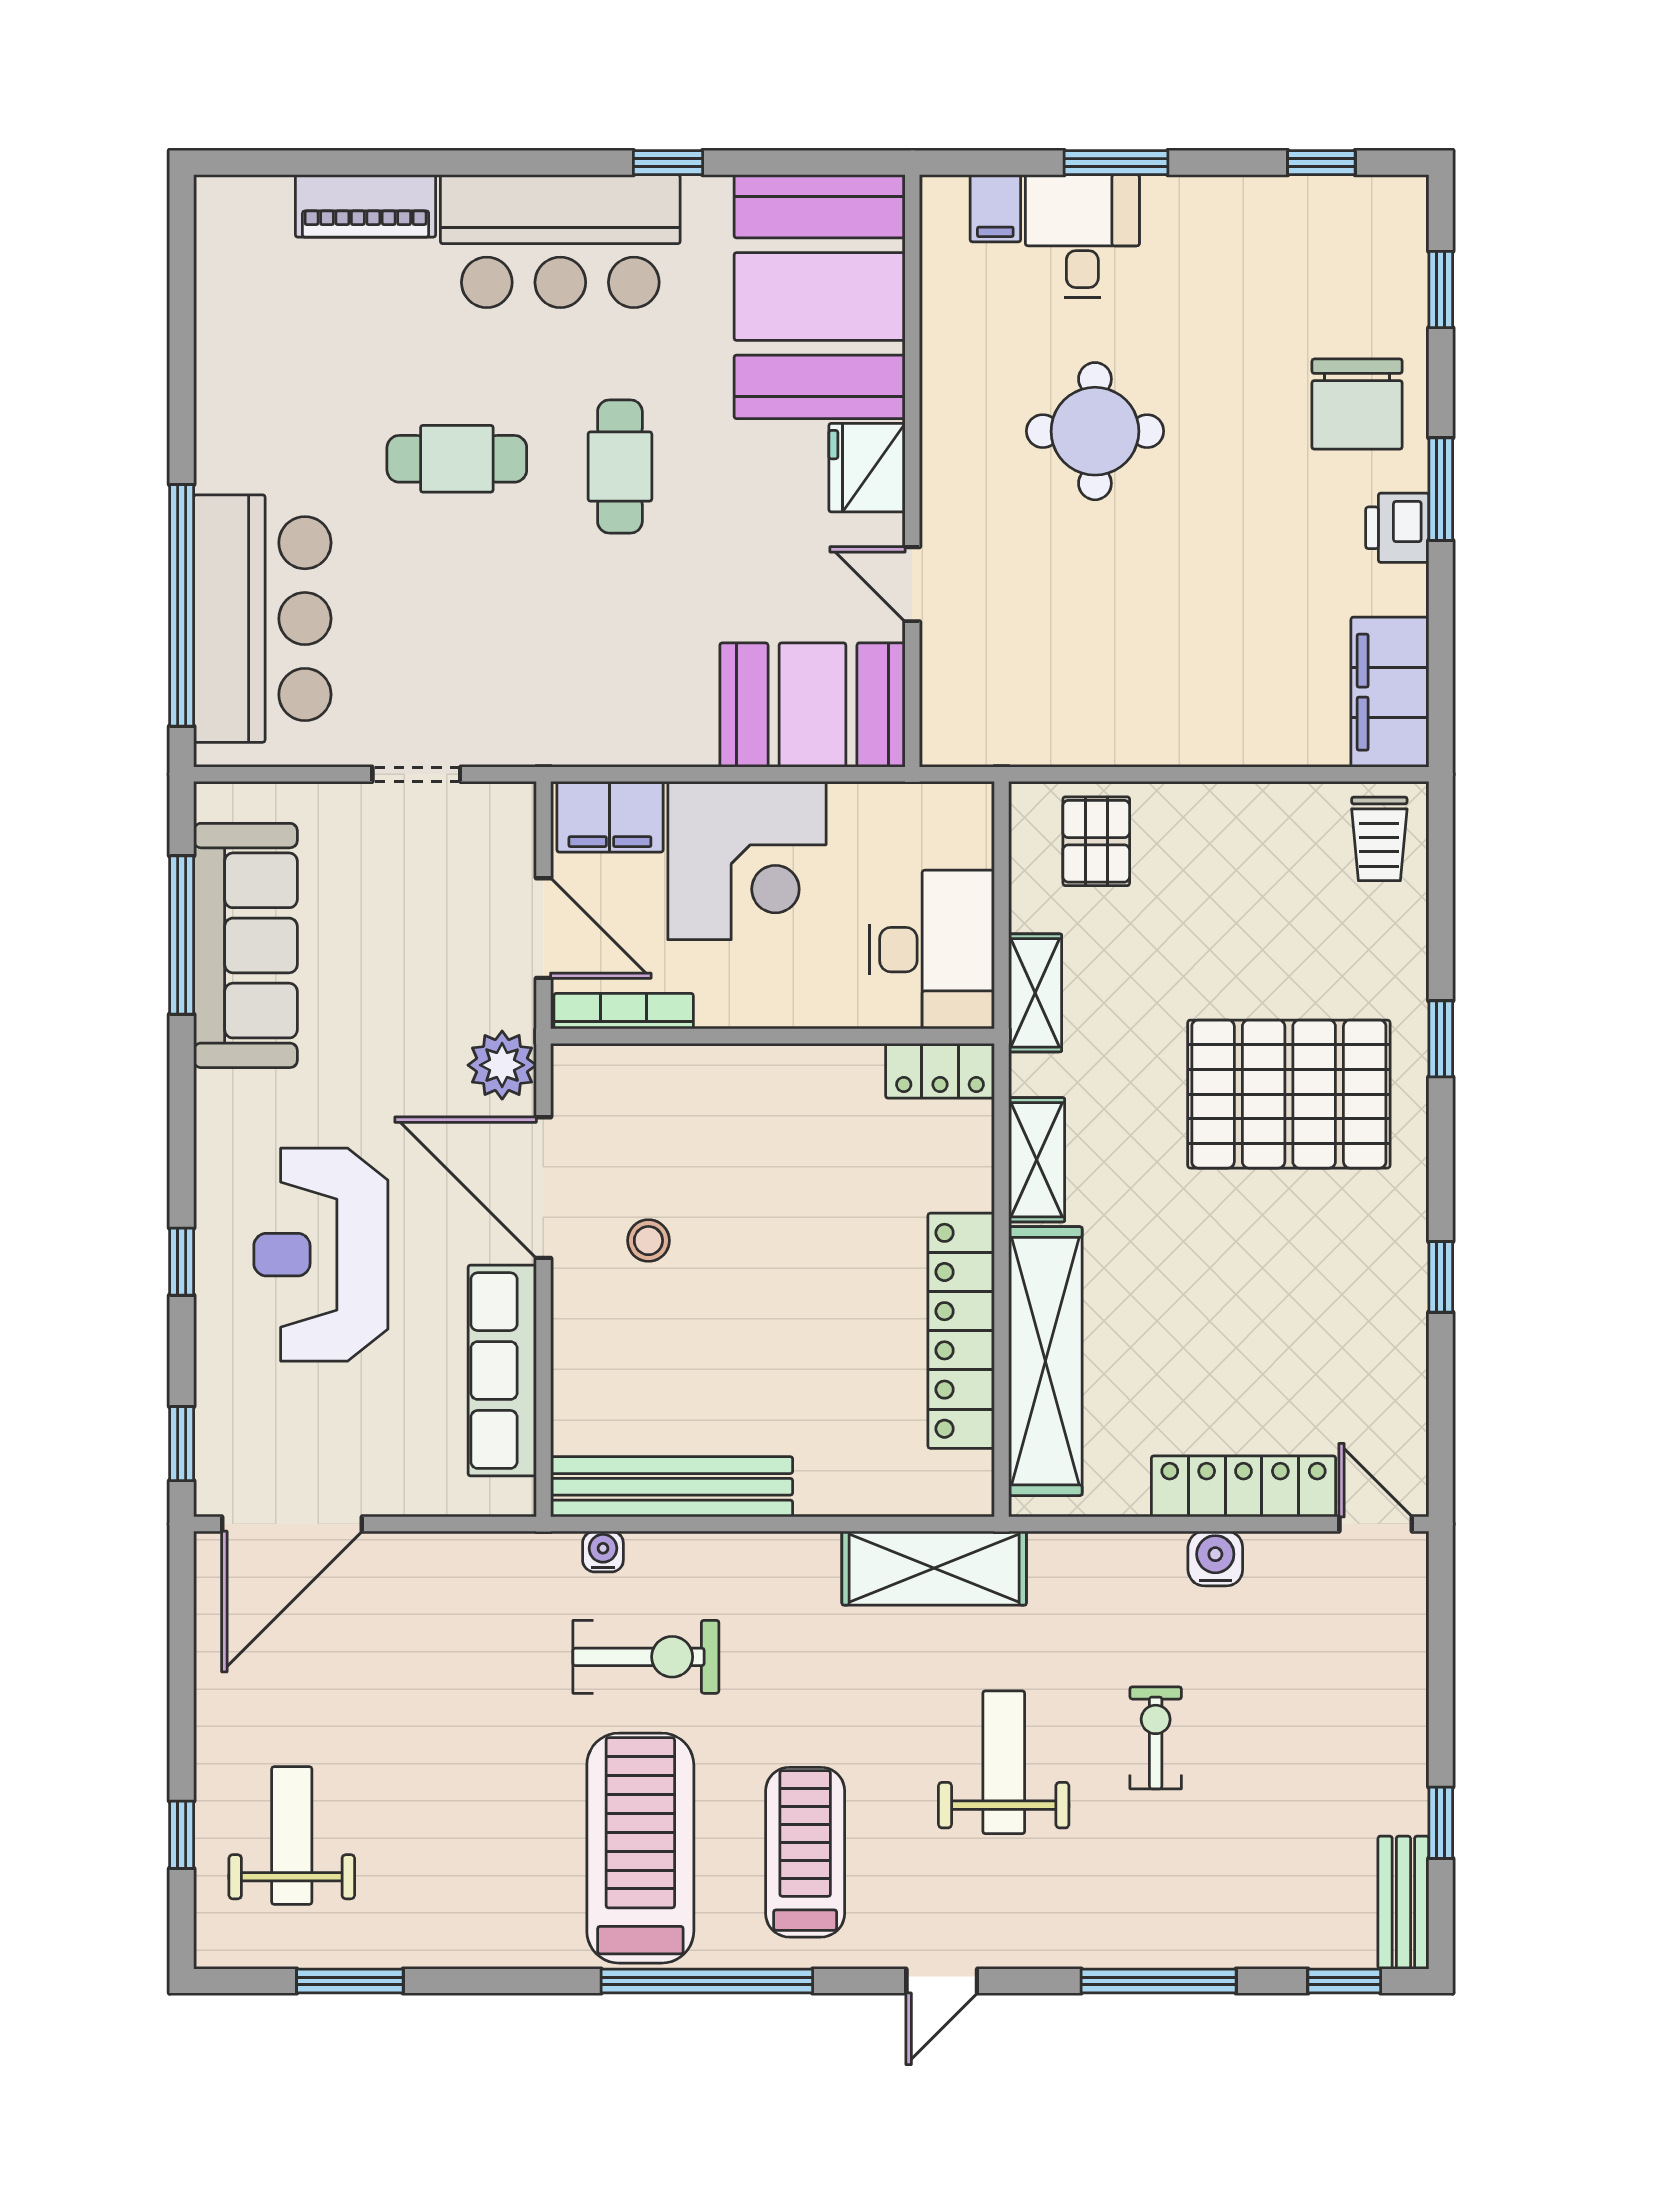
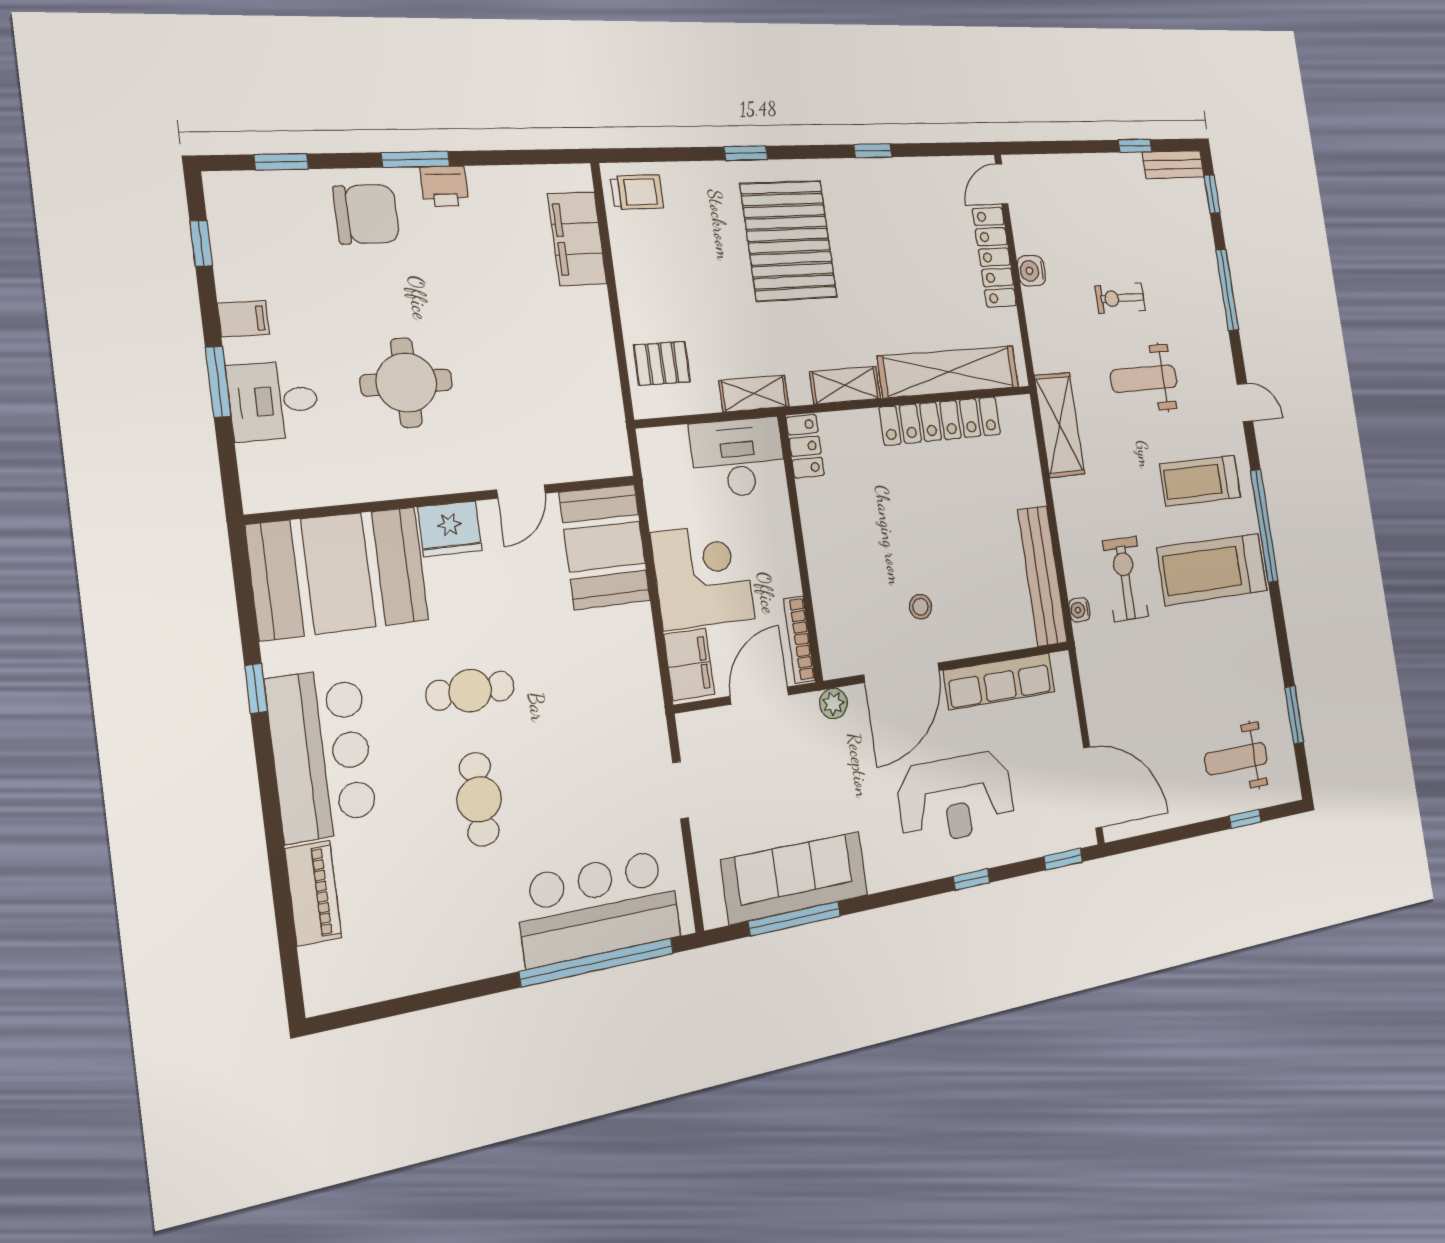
filing cabinet: (995, 208) -> (243, 319), moved
filing cabinet: (1390, 692) -> (577, 239), moved, turned 90
plant: (502, 1065) -> (833, 703), width x0.73, depth x0.73

